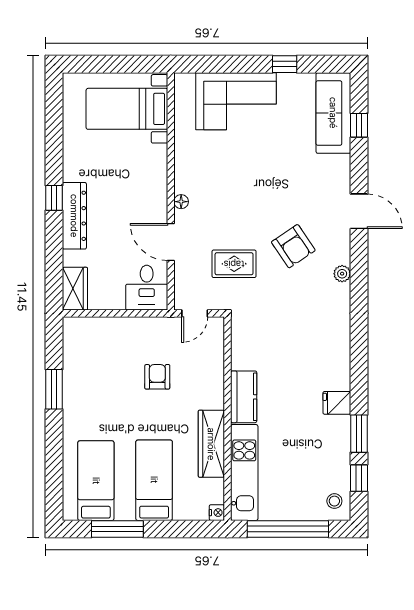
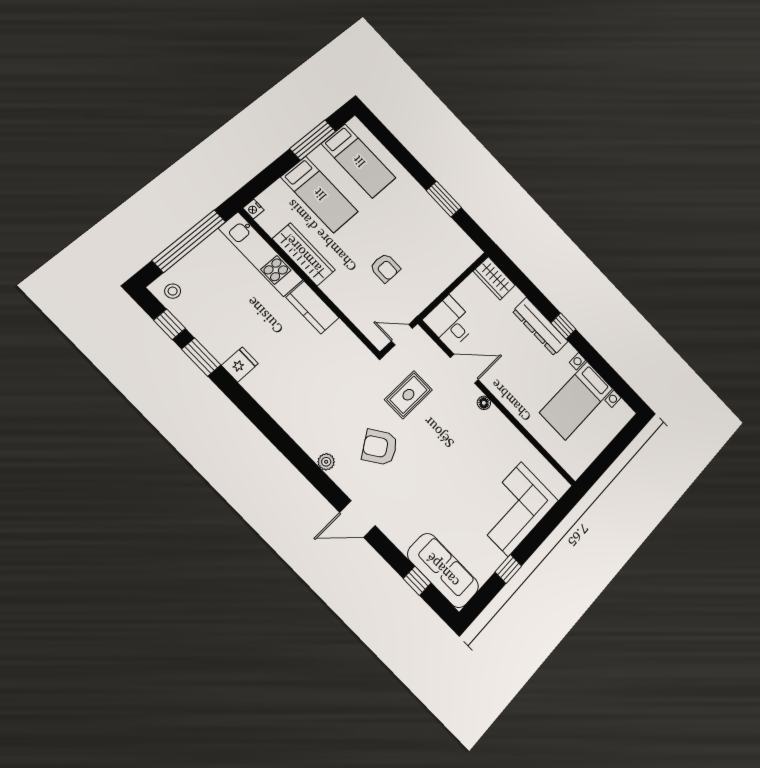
bed with nightstands: (127, 109) -> (576, 400), moved, turned 180
door: (195, 313) -> (402, 335), hinge flipped

